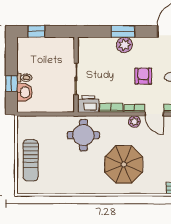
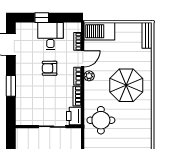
plant: (124, 45) -> (22, 85), removed

